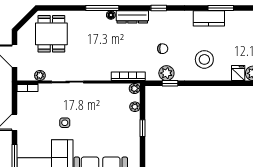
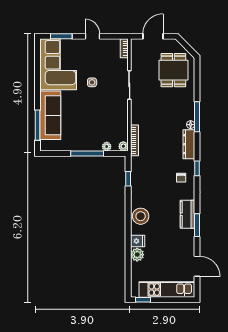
dining table: (51, 34) -> (173, 70), turned 90
chair: (163, 49) -> (181, 178), moved
stool: (204, 59) -> (141, 216), moved
plant: (166, 73) -> (137, 175), removed
plant: (40, 75) -> (135, 60), removed
window: (142, 128) -> (87, 153), width x2.17

